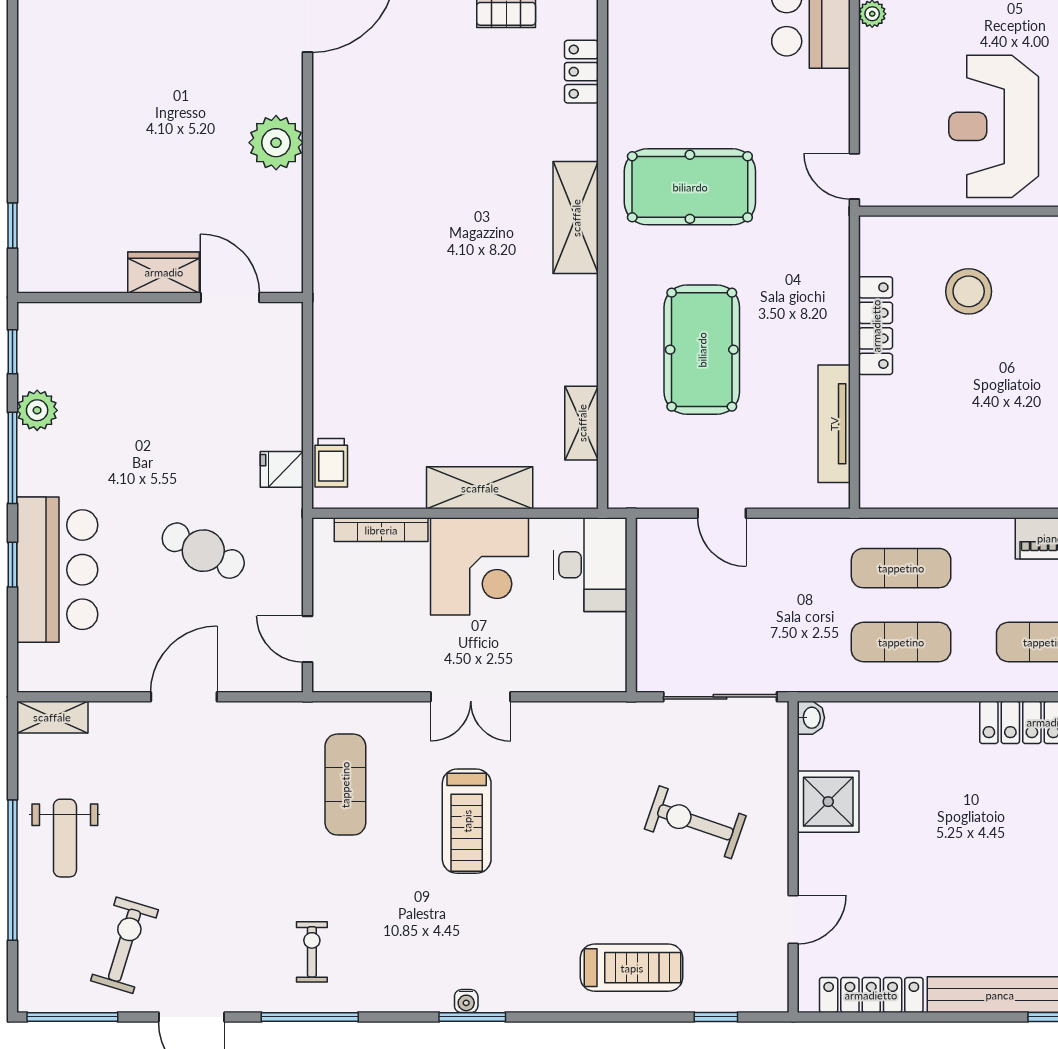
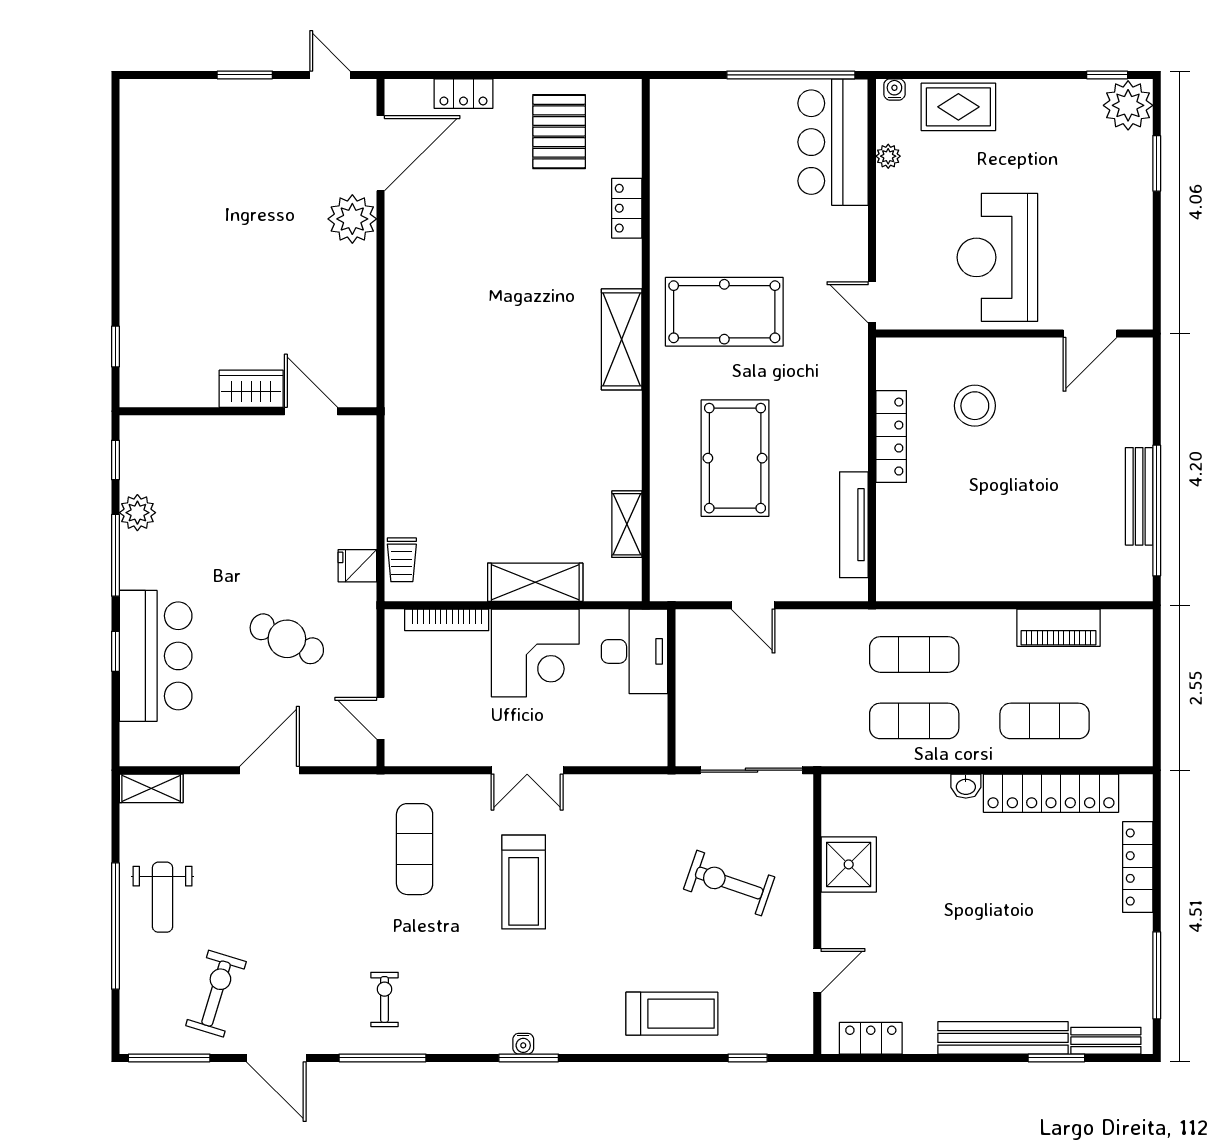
plant: (276, 143) -> (352, 219), moved
washbasin: (811, 718) -> (966, 786), moved, turned 90
locker: (871, 995) -> (871, 1038), width x0.66

